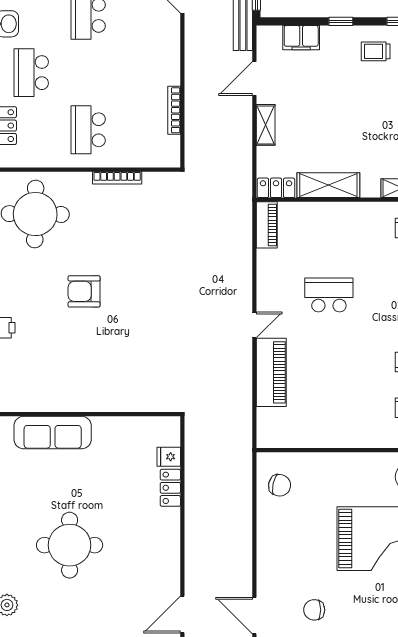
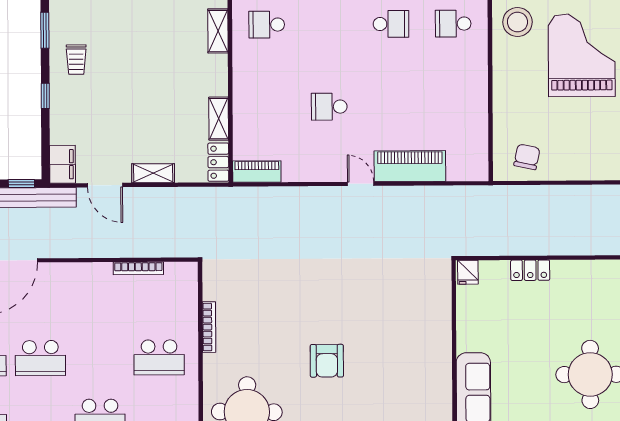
filing cabinet: (301, 38) -> (62, 164), moved
shelving: (328, 185) -> (219, 119), width x0.67, depth x0.75
school desk: (329, 295) -> (329, 107), width x0.54
fridge: (169, 457) -> (468, 272), moved

